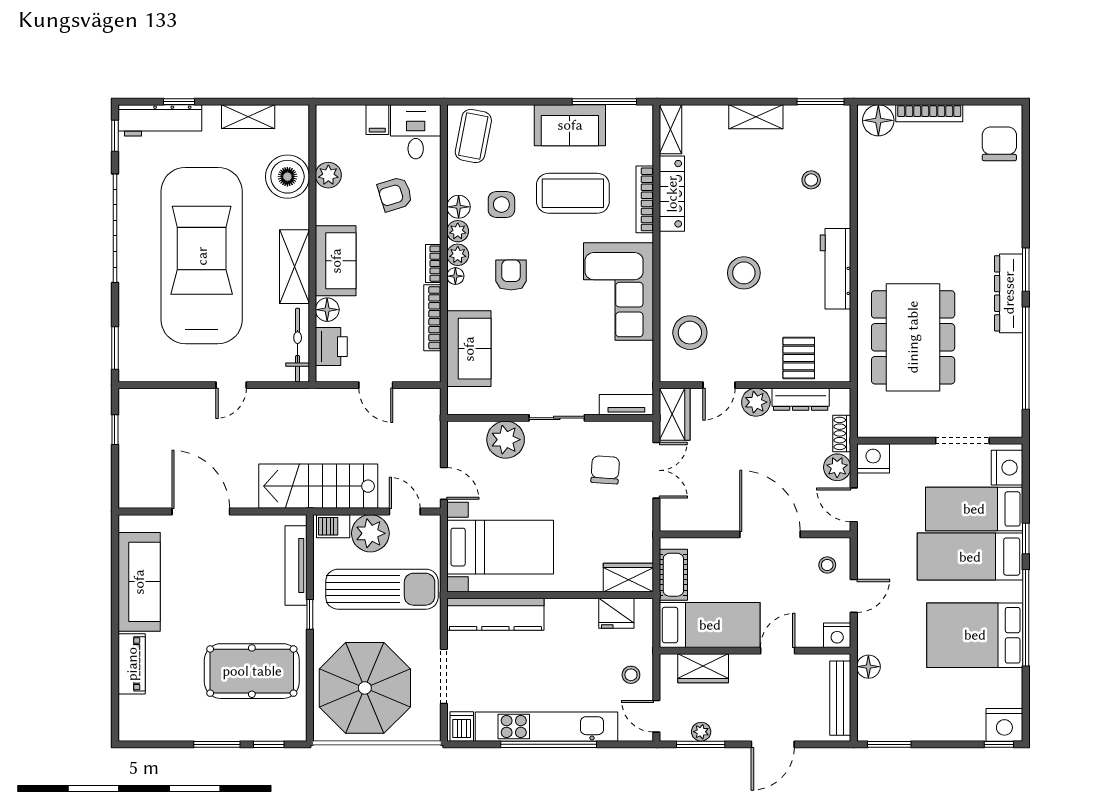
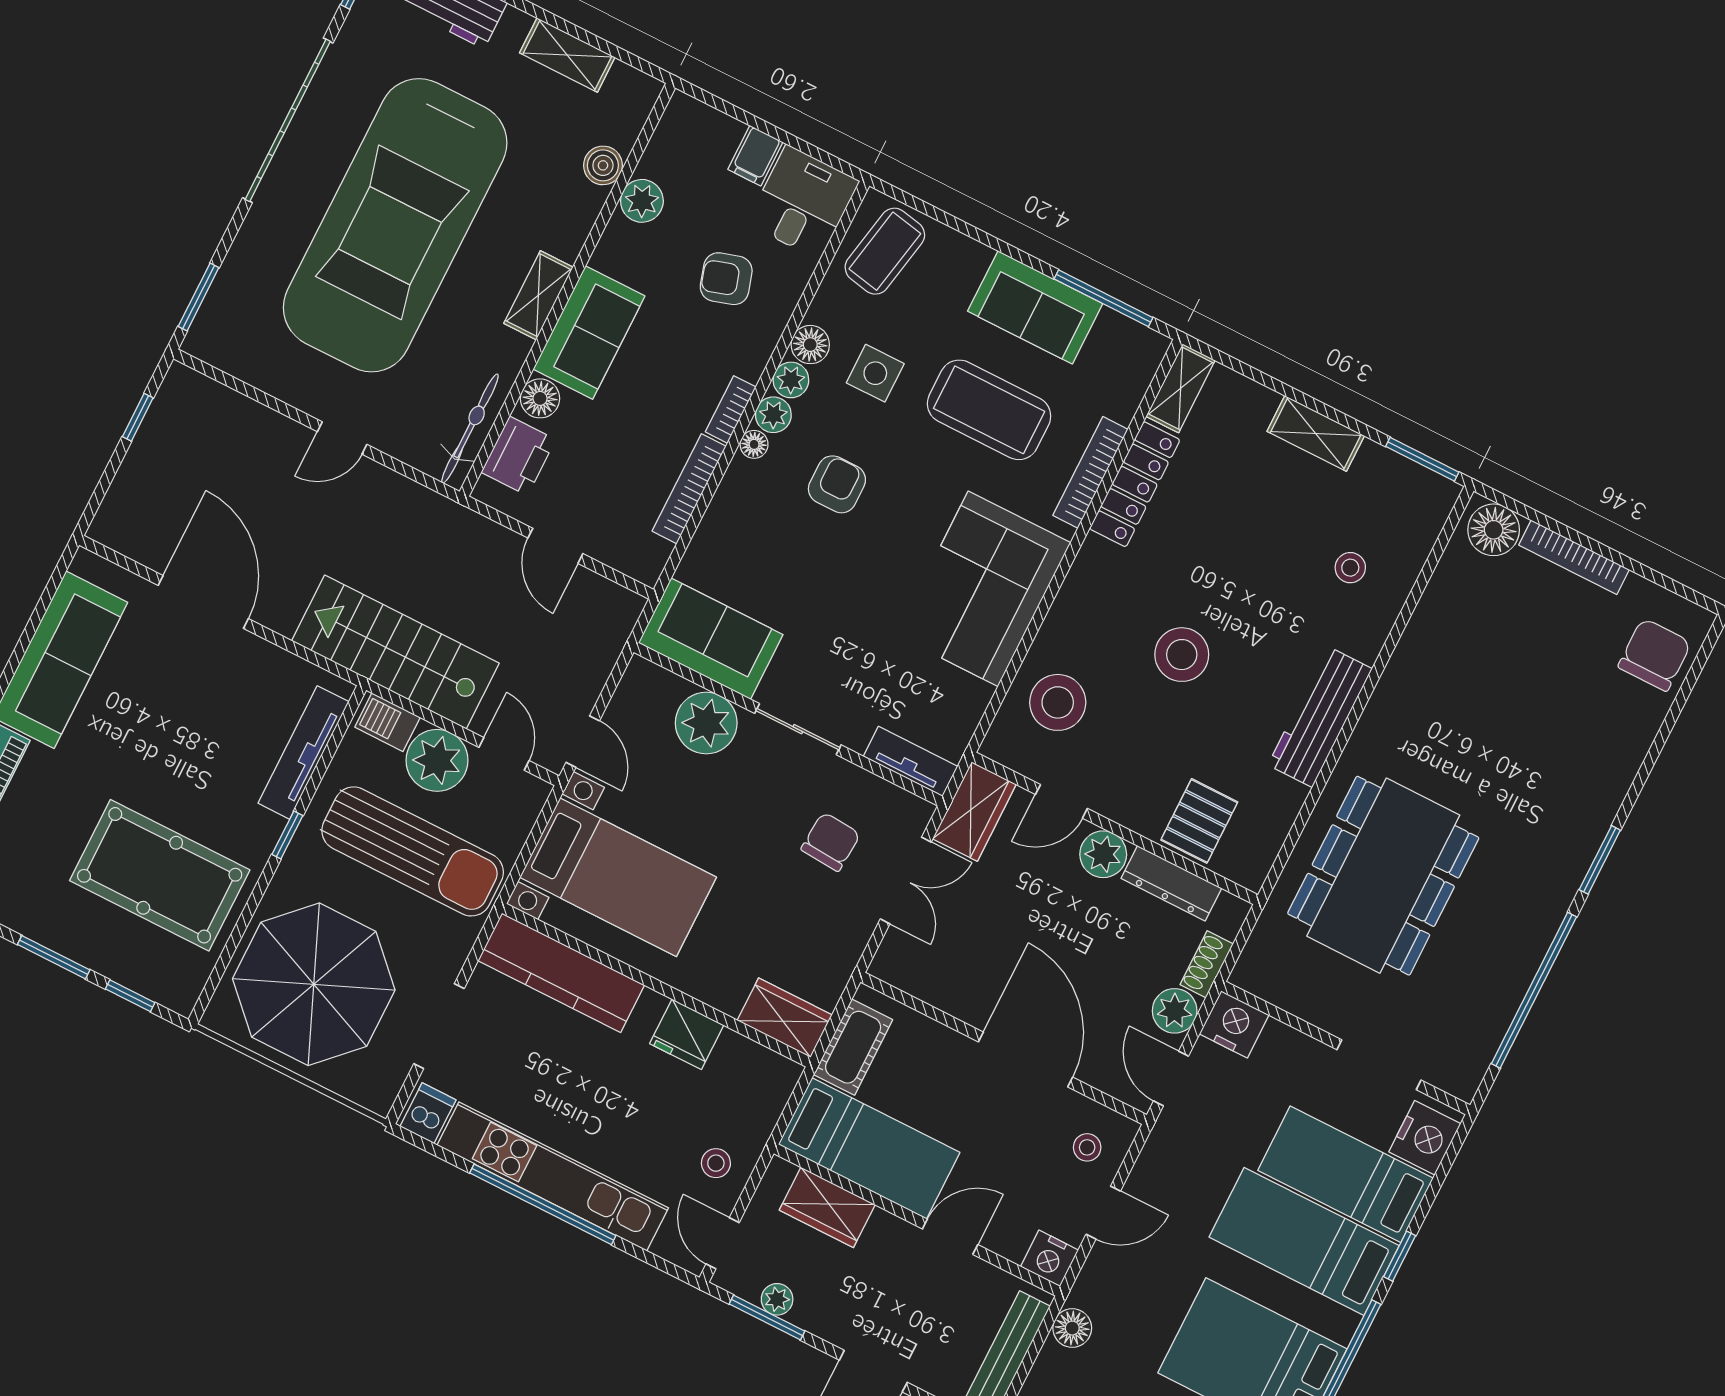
boiler: (287, 177) -> (603, 165), width x0.54, depth x0.54
car: (202, 256) -> (395, 225), turned 180
shelving: (294, 267) -> (538, 295), width x0.67, depth x0.75
dresser: (1009, 293) -> (1557, 882), removed
sofa: (469, 349) -> (711, 639), moved, turned -90
fridge: (616, 613) -> (687, 1034), moved

